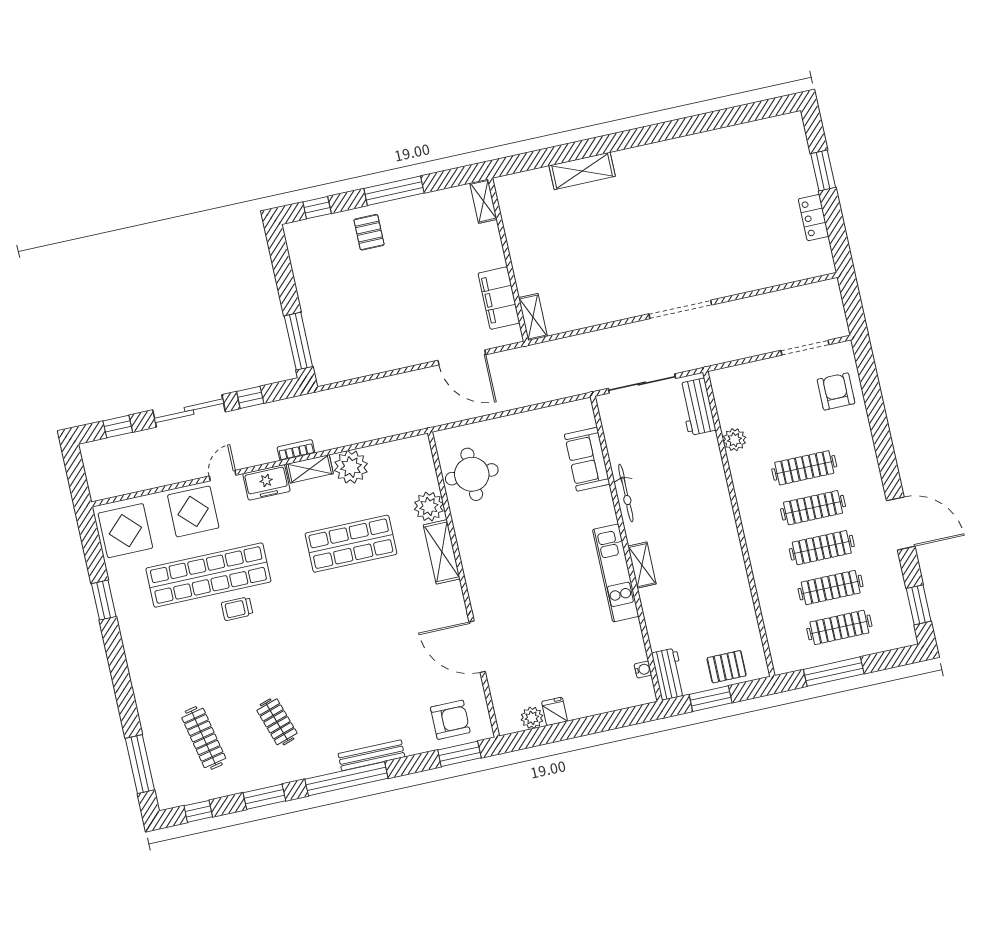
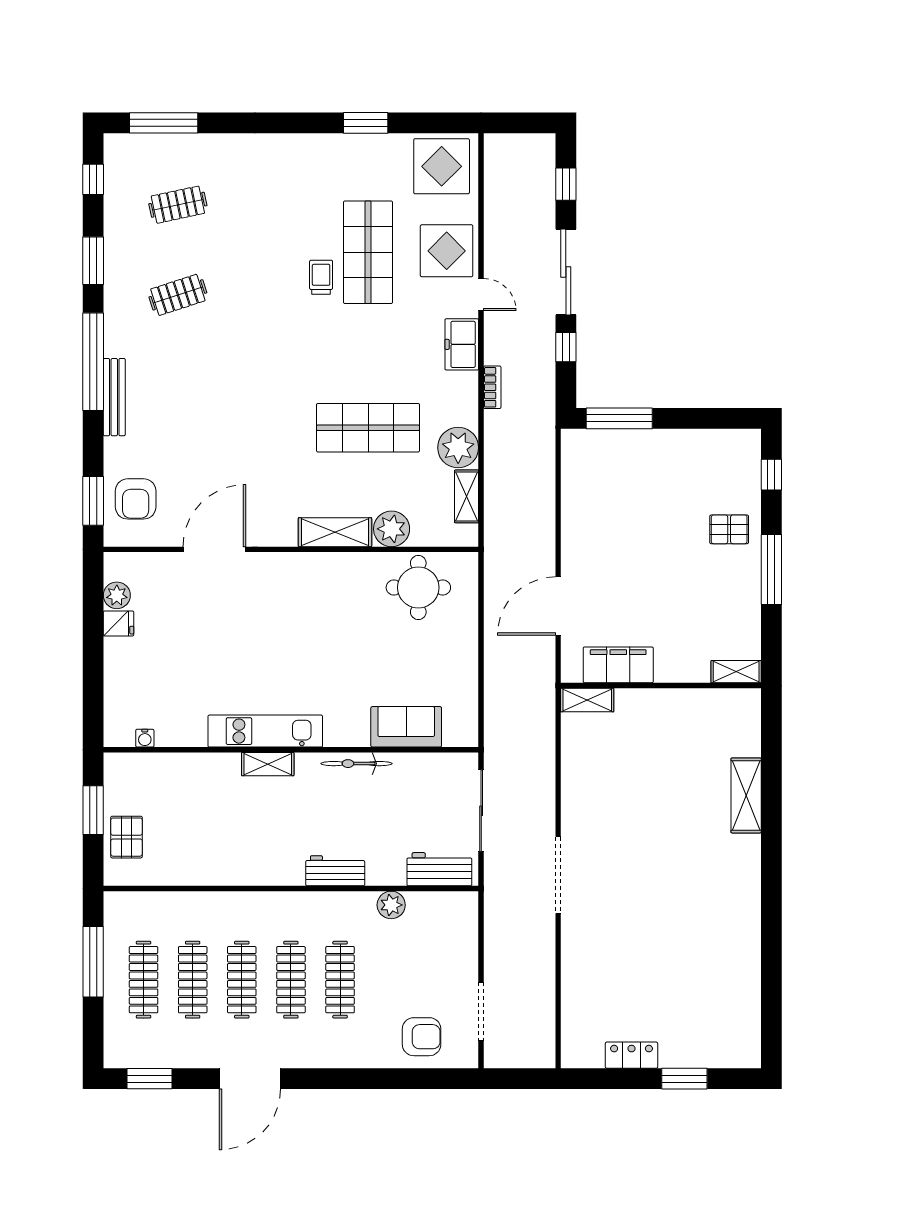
shelving: (310, 469) -> (467, 496), moved
shop shelf: (351, 544) -> (368, 428), turned 90
shop shelf: (208, 575) -> (368, 252), width x0.71
workbench: (669, 674) -> (335, 871), moved, turned 180
clothes rail: (204, 738) -> (178, 205), width x0.73

